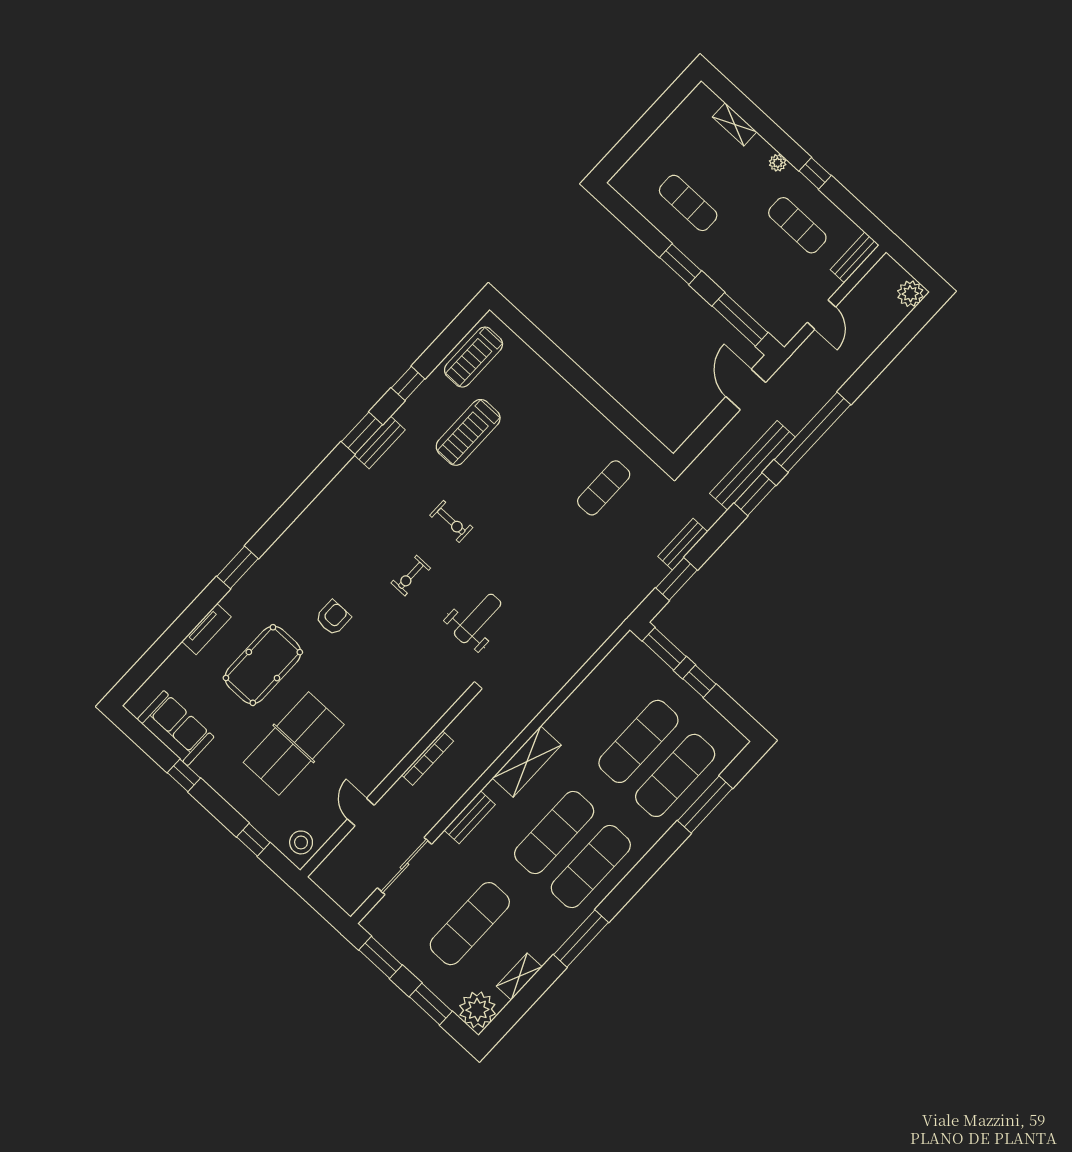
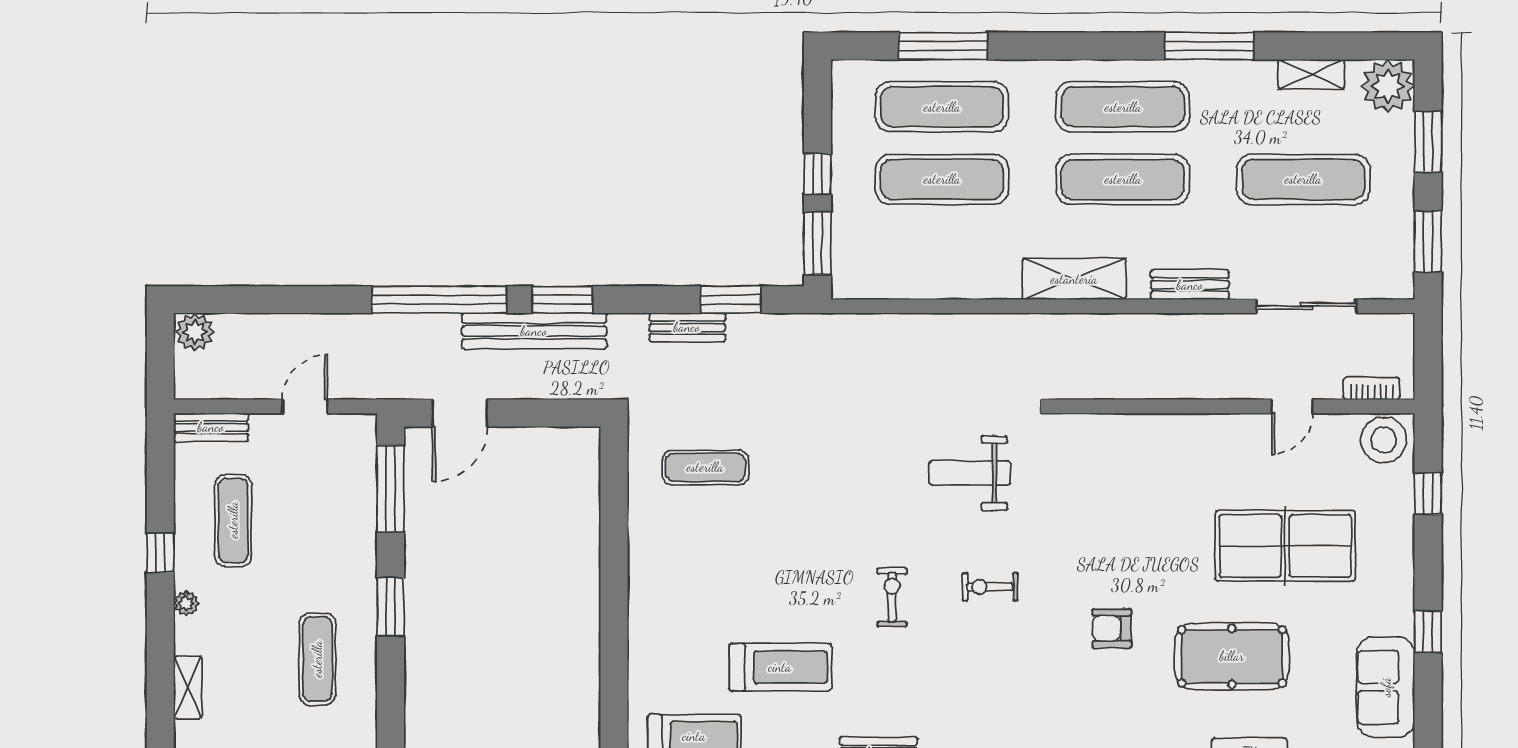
exercise bike: (411, 576) -> (990, 587), turned 180
bookcase: (428, 758) -> (1372, 388), moved, width x0.64
stool: (301, 842) -> (1384, 440), width x1.38, depth x1.38

